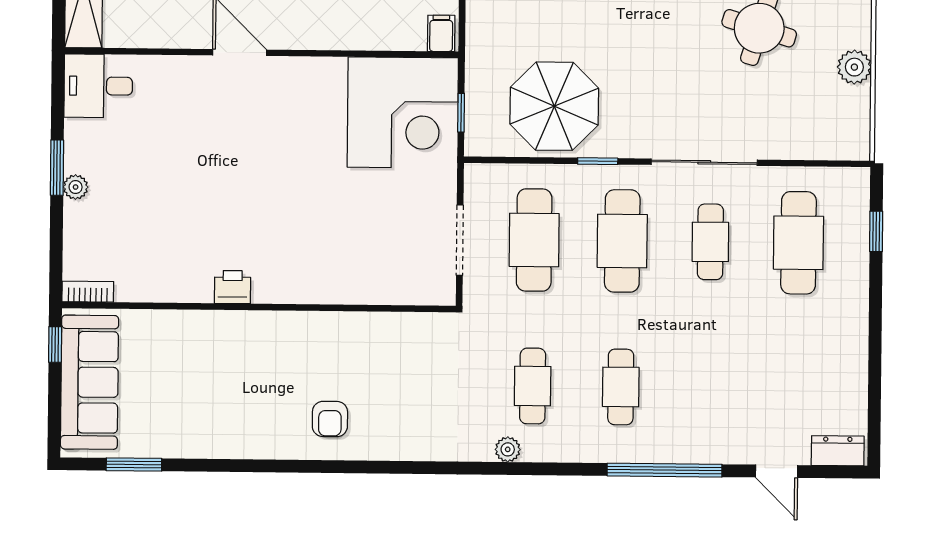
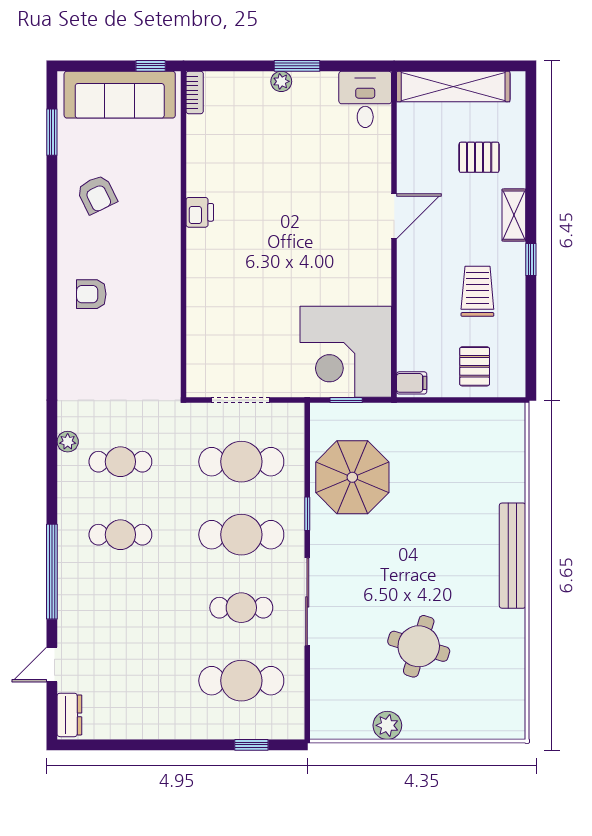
armchair: (210, 411) -> (97, 194), added

